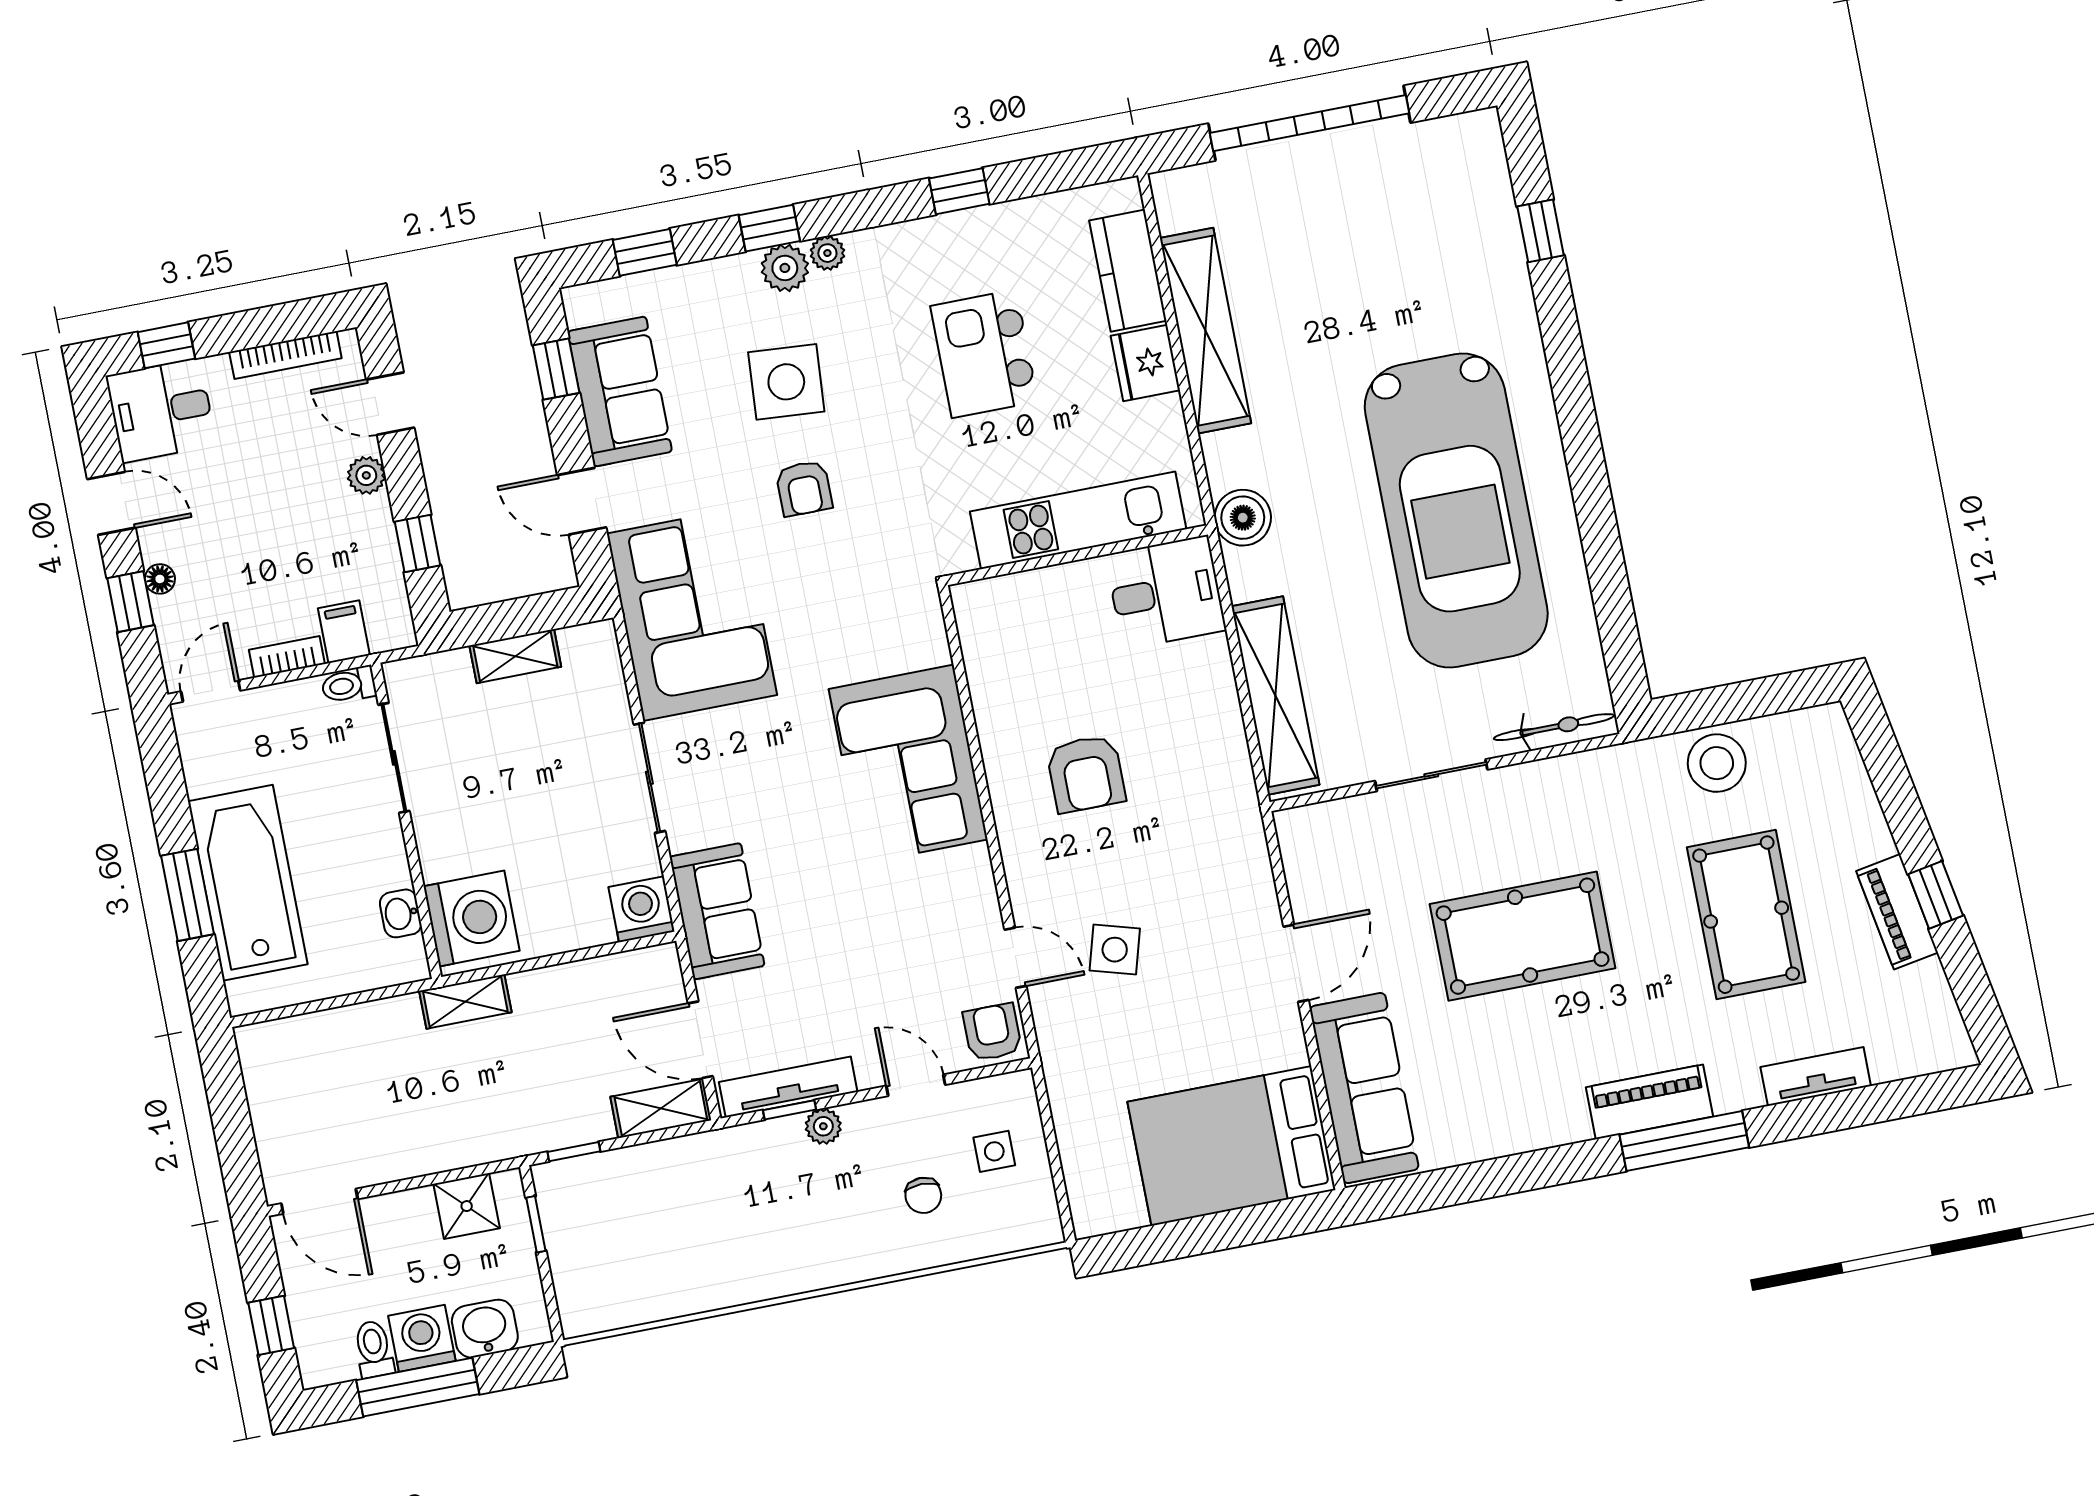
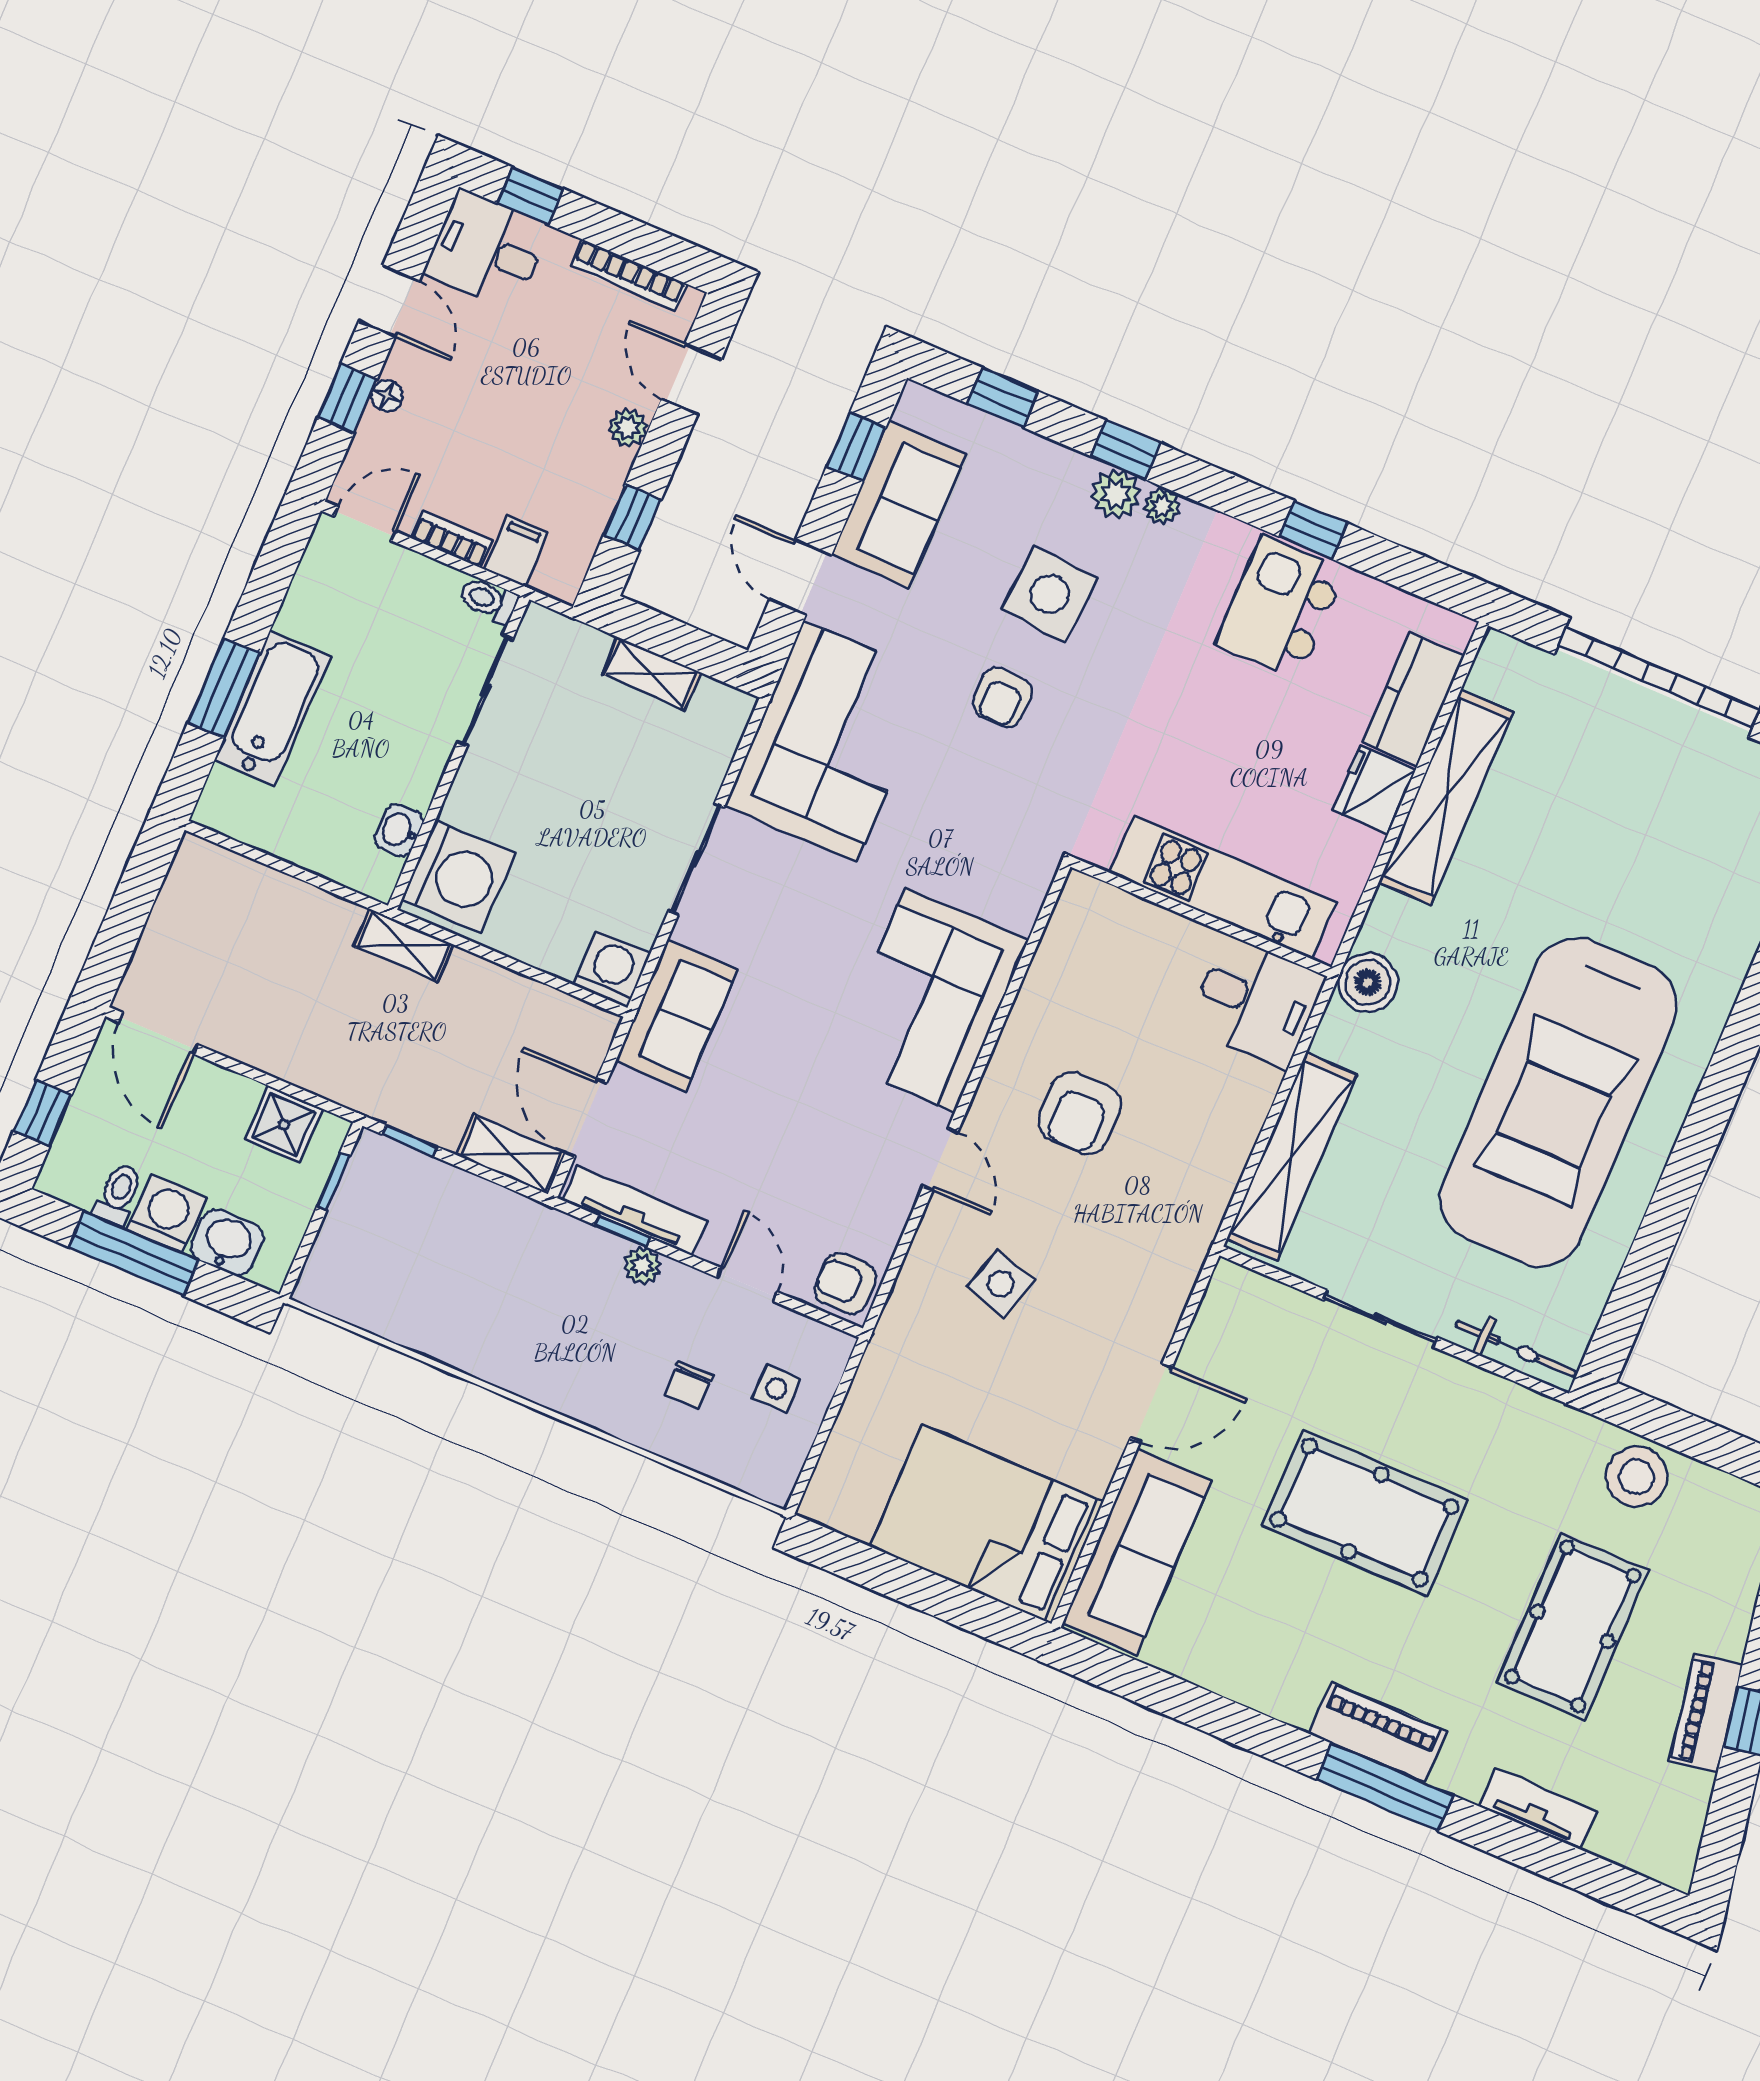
kitchen island: (984, 354) -> (1281, 607), moved
bathtub: (248, 883) -> (273, 708), width x0.73, depth x0.73
door: (1015, 958) -> (940, 1159), moved
armchair: (992, 1032) -> (845, 1284), turned -90

